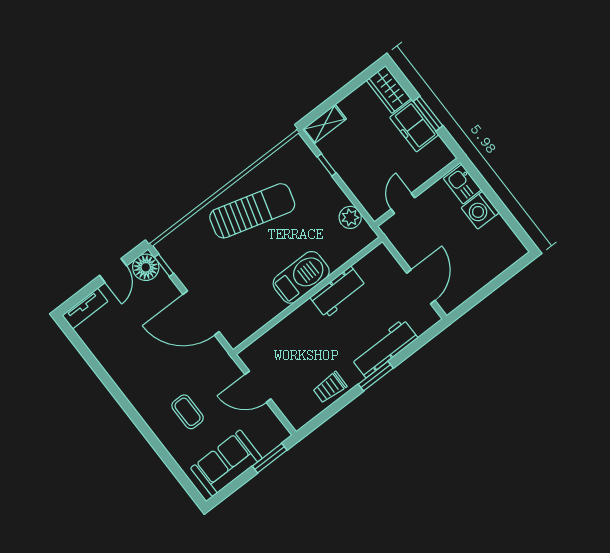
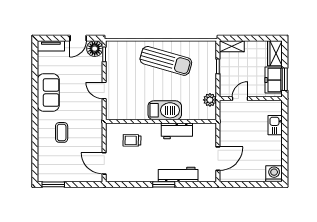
wall: (417, 192) -> (251, 99), moved
door: (403, 203) -> (240, 99), moved
washing machine: (480, 210) -> (274, 174), moved, turned 90
door: (201, 313) -> (104, 91), width x0.53
door: (258, 387) -> (104, 163), moved
trolley: (330, 387) -> (132, 140), moved
window: (270, 458) -> (53, 184), moved
sofa: (226, 463) -> (48, 93), moved, turned 90

